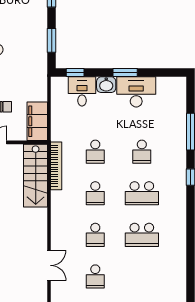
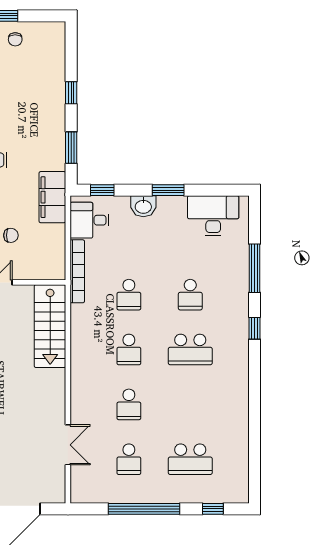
desk: (82, 91) -> (90, 220), moved, turned -90
desk: (136, 92) -> (213, 216), moved
filing cabinet: (37, 121) -> (52, 197), moved
bookcase: (56, 166) -> (77, 271), moved
school desk: (142, 235) -> (190, 459), moved

